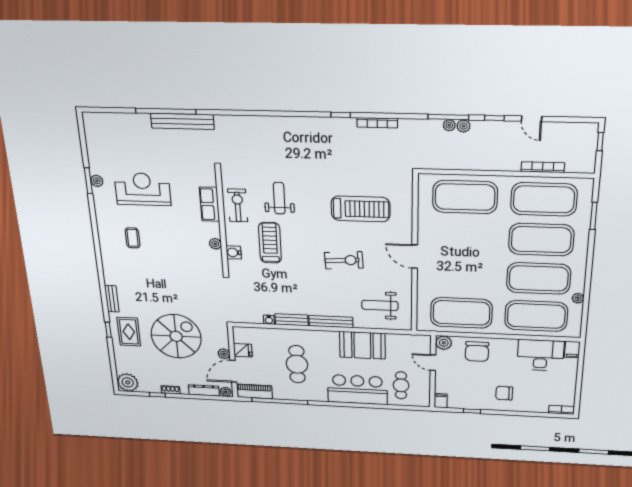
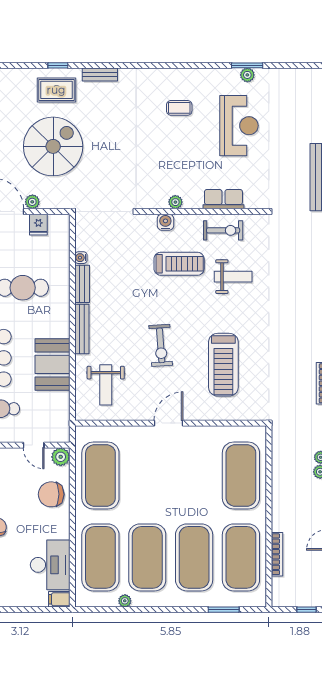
weight bench: (380, 305) -> (106, 385), turned 180
spiral stairs: (176, 336) -> (53, 146), turned -90
door: (433, 363) -> (34, 445), swing flipped

